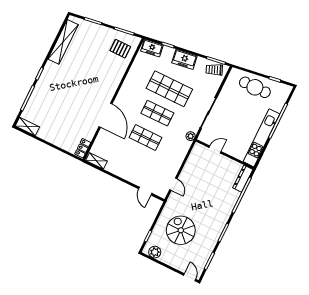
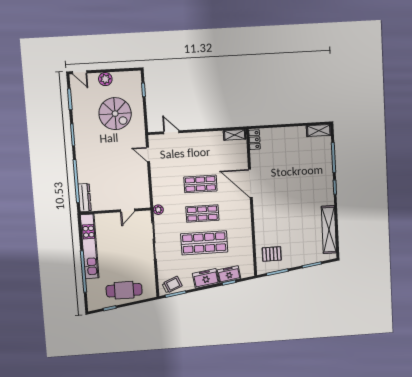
freezer: (152, 48) -> (229, 274), moved
plant: (155, 252) -> (105, 79), moved

